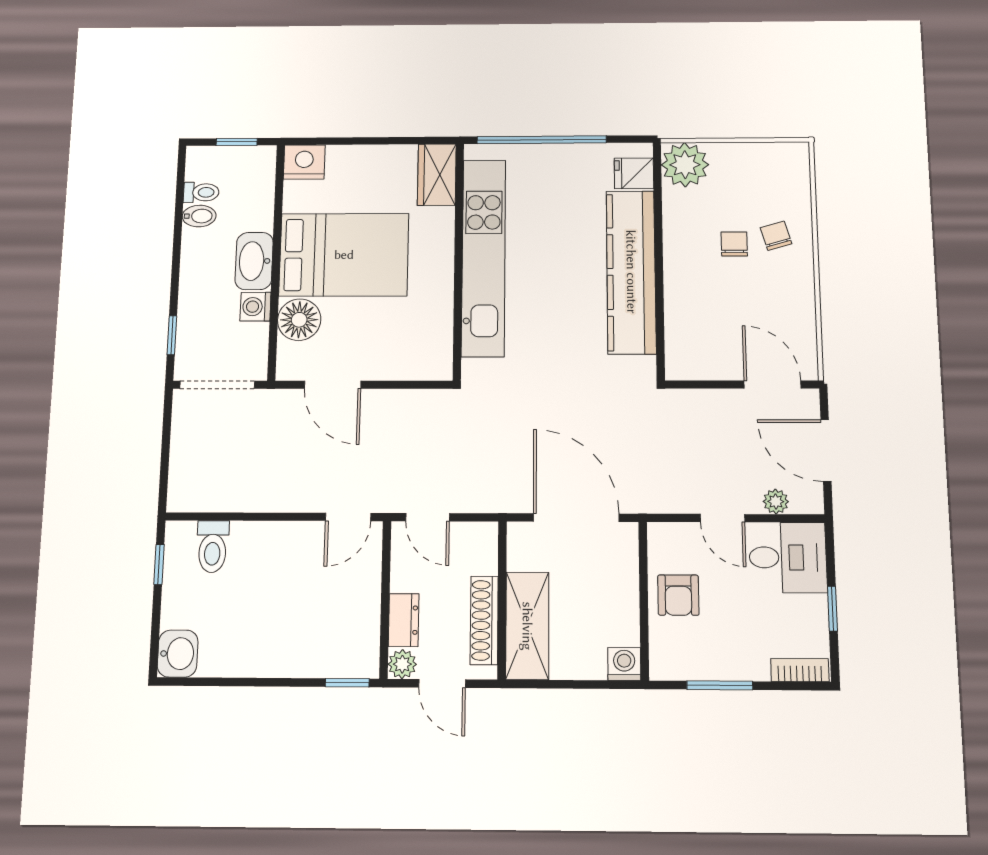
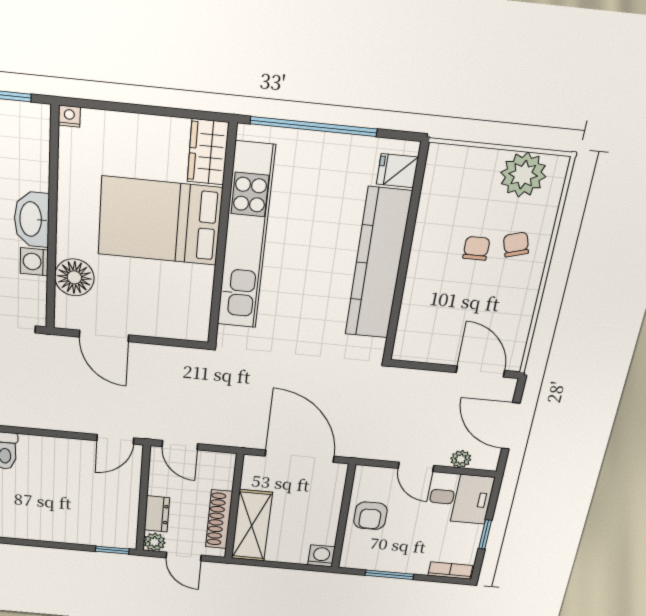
nightstand: (304, 162) -> (69, 116), width x0.53, depth x0.56
plant: (685, 165) -> (523, 175), moved
bed: (344, 255) -> (160, 221), moved, turned 180

